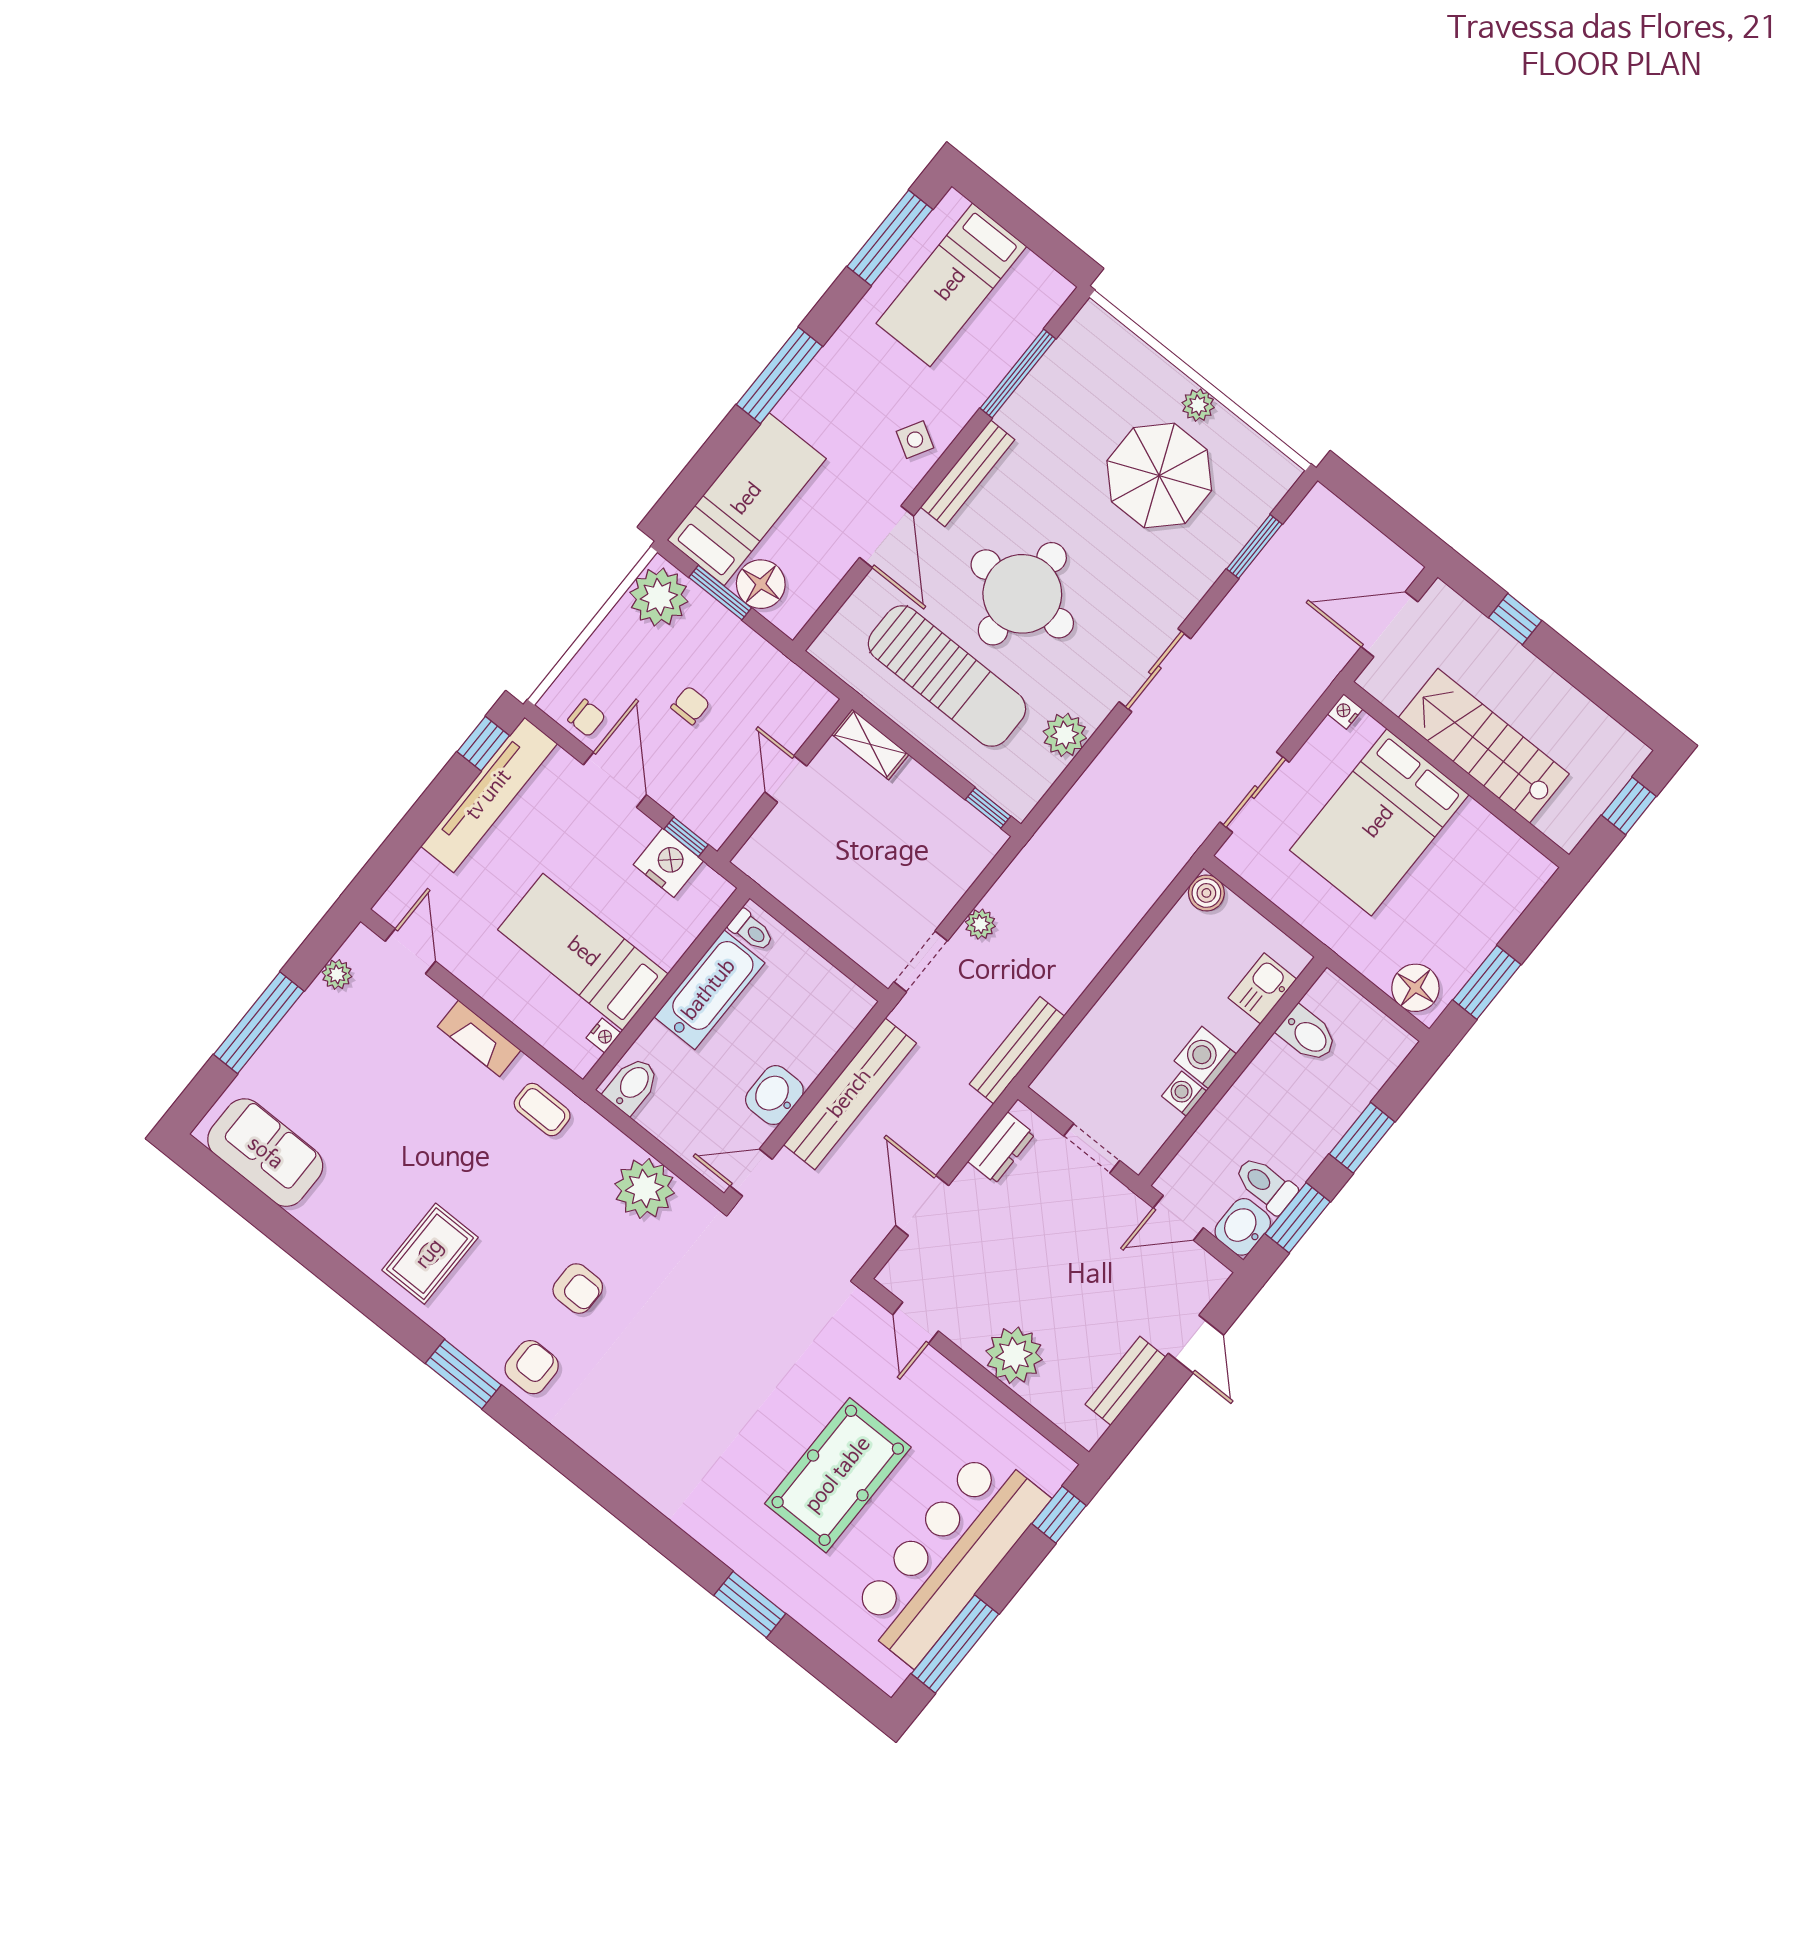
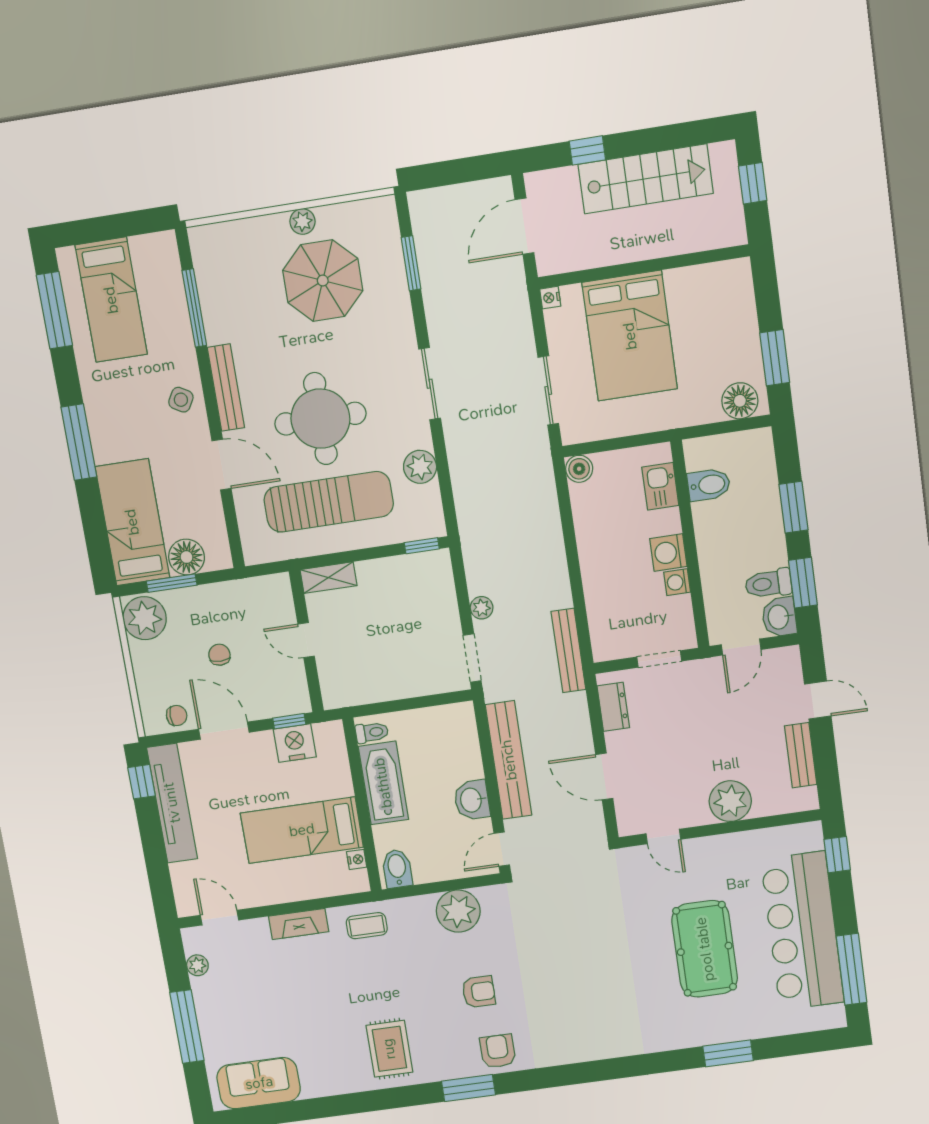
stairs: (1484, 746) -> (646, 179), moved, turned 180

